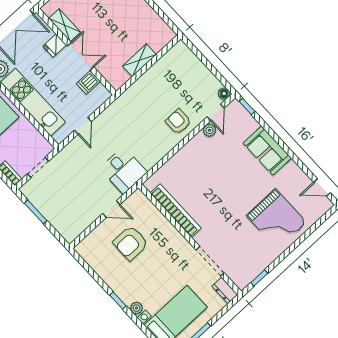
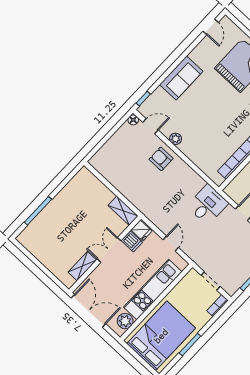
fridge: (55, 45) -> (141, 231), moved
shelving: (139, 60) -> (123, 211), moved
armchair: (178, 122) -> (161, 159), turned 90
door: (83, 126) -> (171, 244), hinge flipped
plant: (209, 130) -> (176, 139), moved

